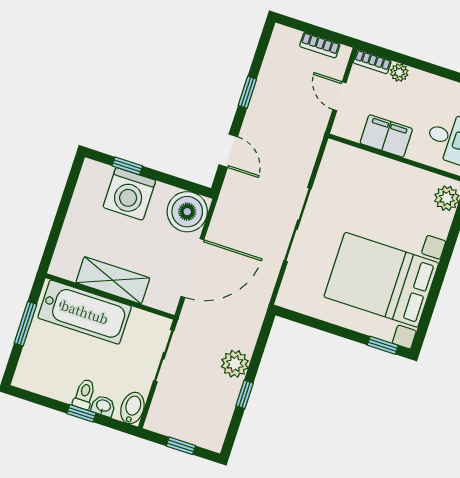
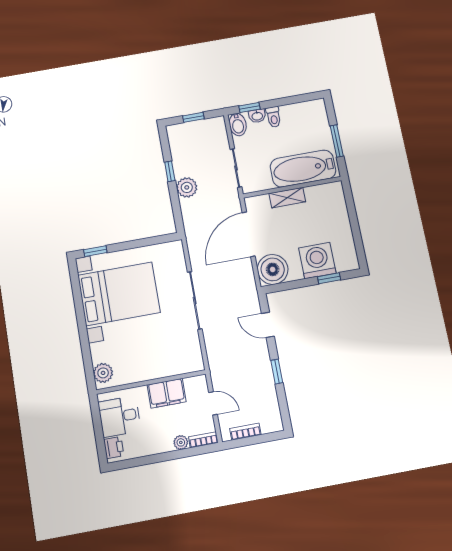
shelving: (113, 280) -> (287, 198), width x0.67, depth x0.75
window: (81, 413) -> (249, 107), moved

